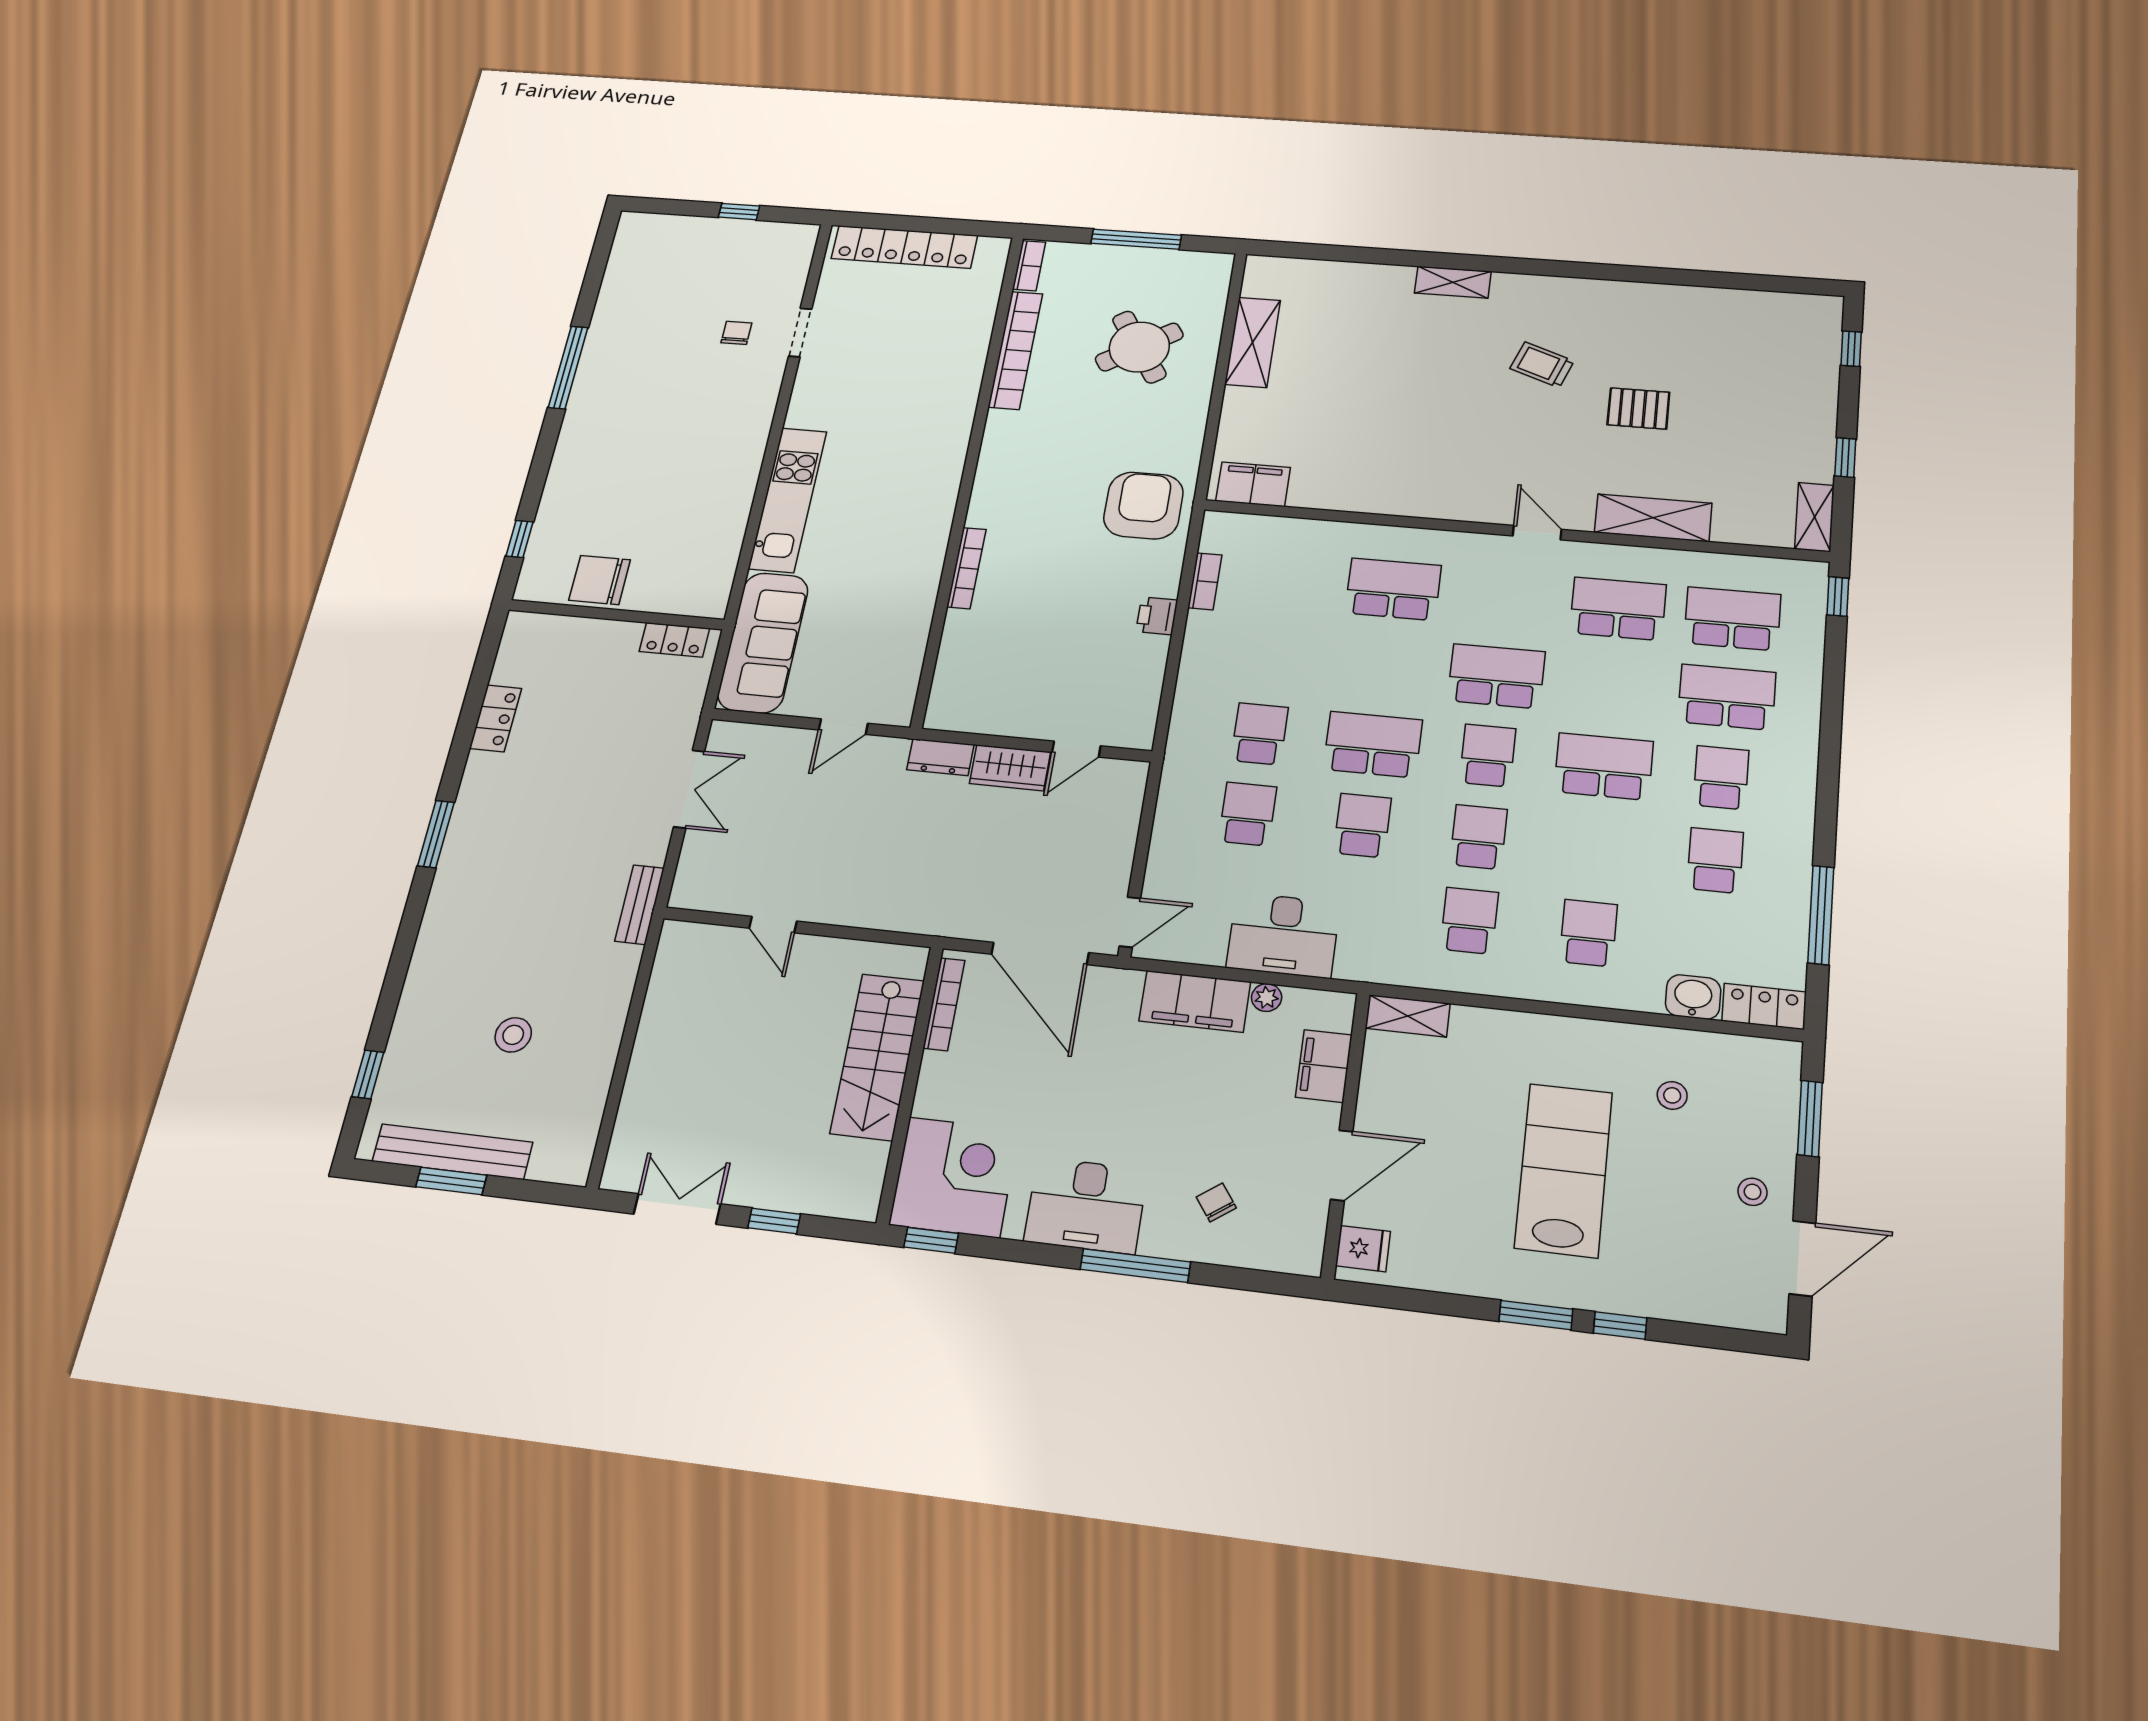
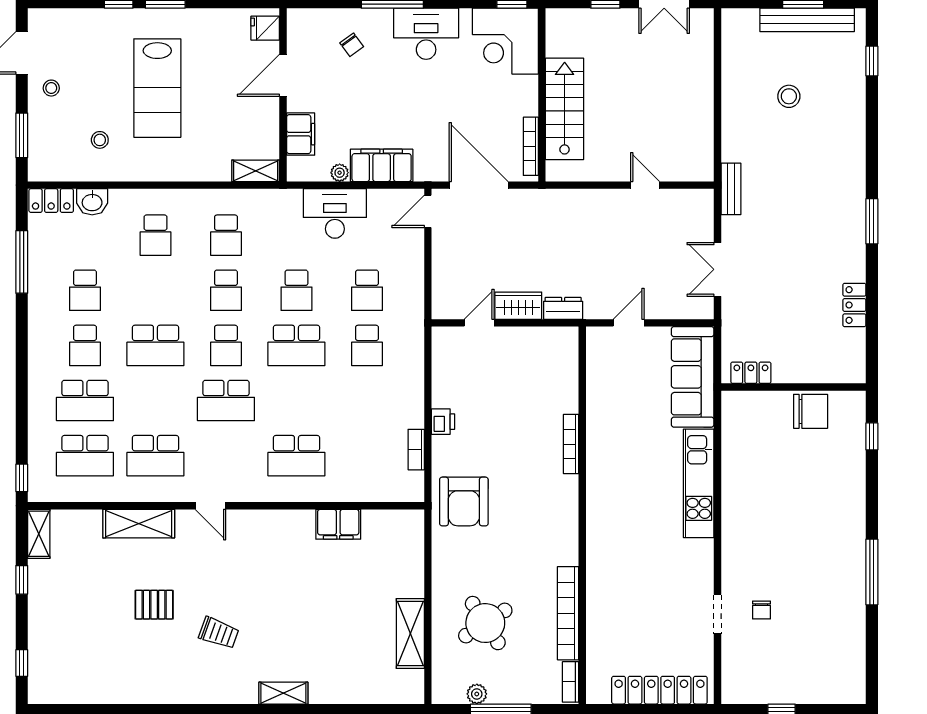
plant: (1167, 261) -> (477, 694), added
filing cabinet: (1253, 484) -> (338, 524), moved

